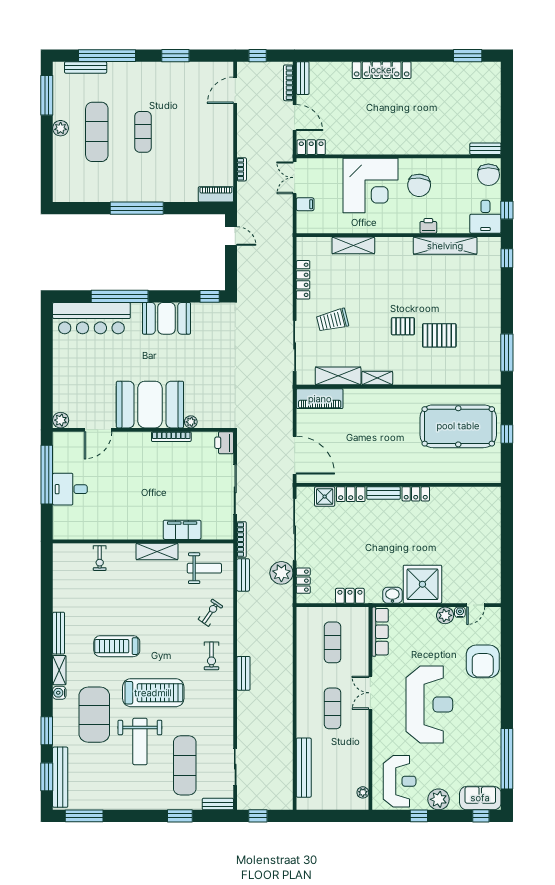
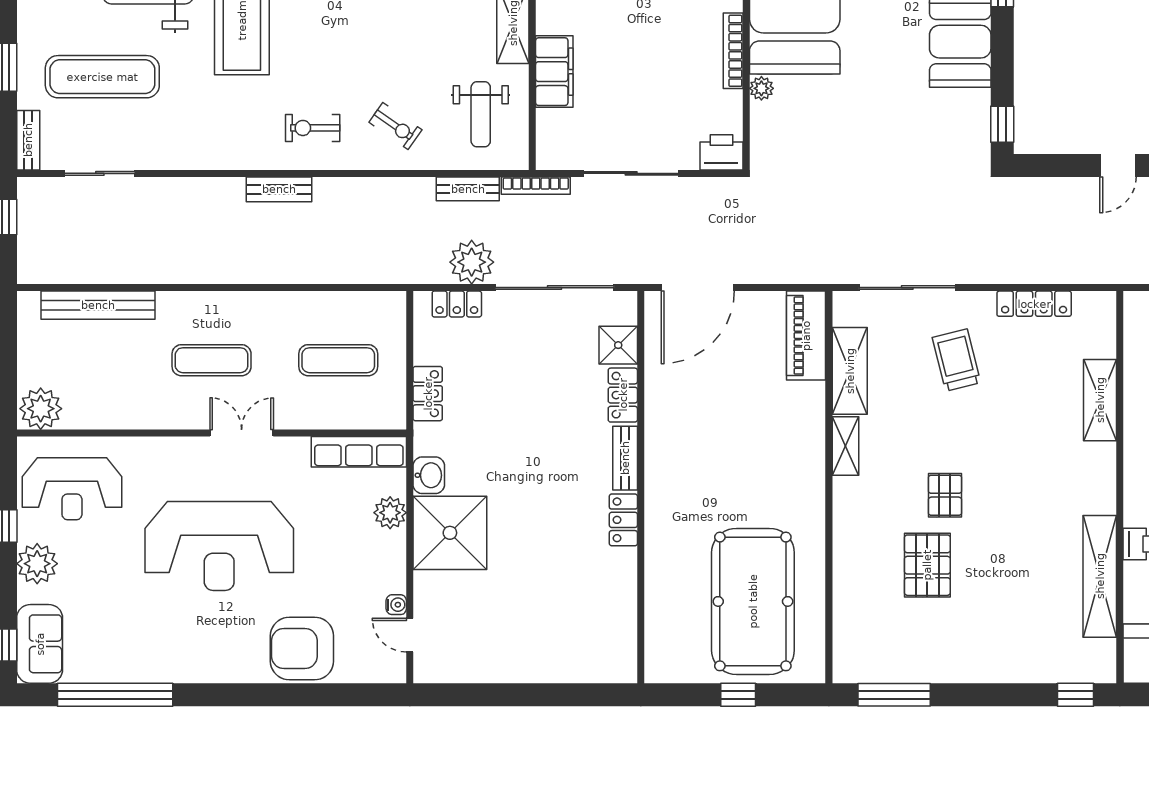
plant: (445, 615) -> (390, 513), moved
plant: (363, 792) -> (41, 409), width x1.87, depth x1.87

